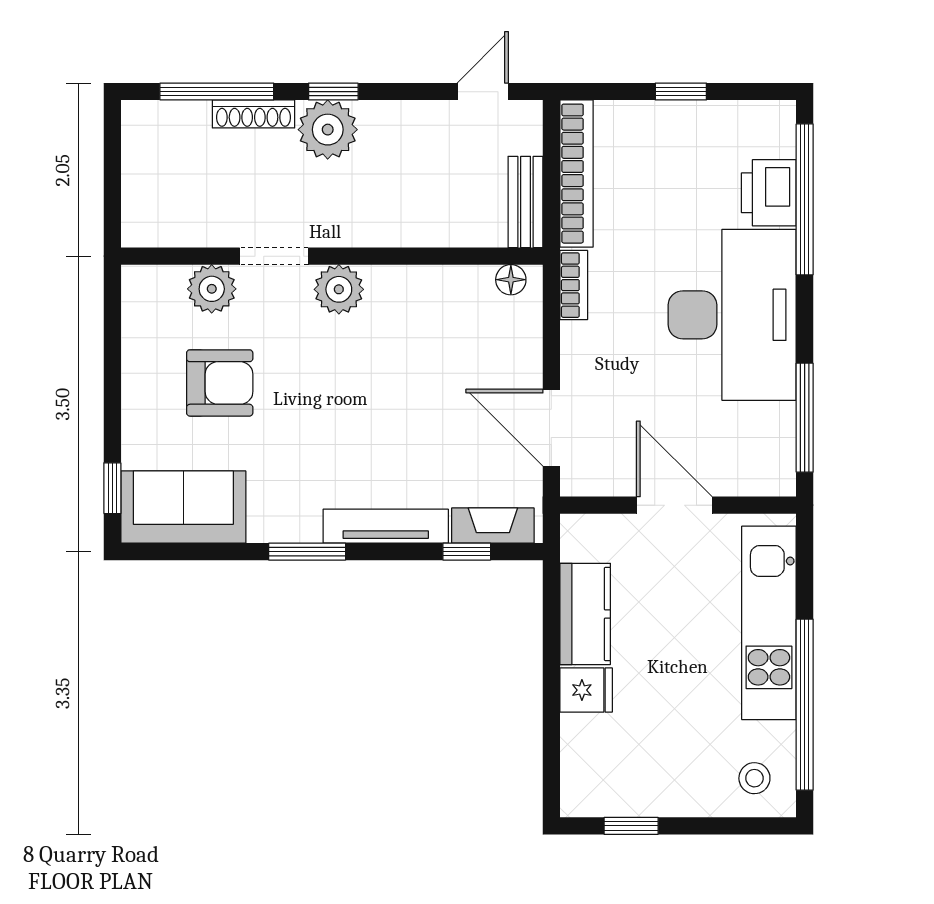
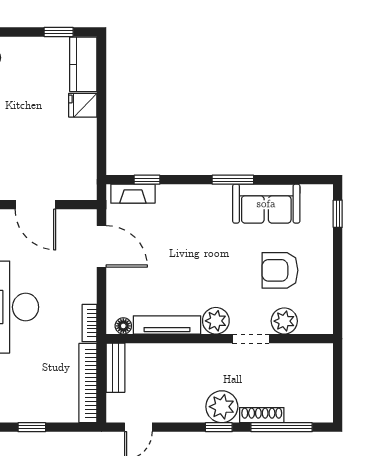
sofa: (183, 507) -> (266, 204), moved
tv unit: (386, 526) -> (167, 325), moved, turned 180
kitchen counter: (585, 614) -> (83, 64), moved

